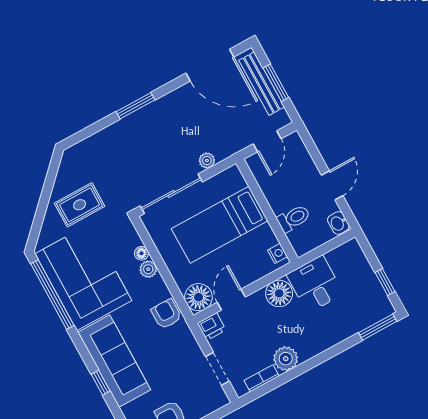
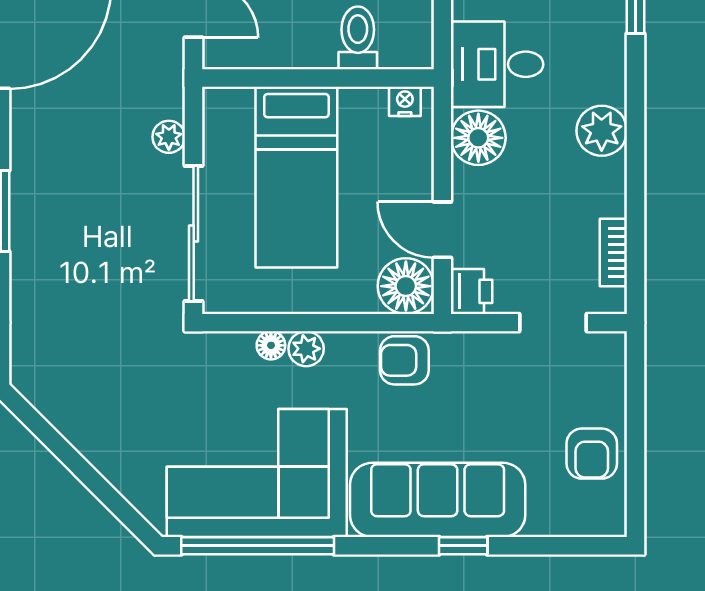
rug: (80, 205) -> (123, 409), removed
plant: (286, 359) -> (602, 131), moved

